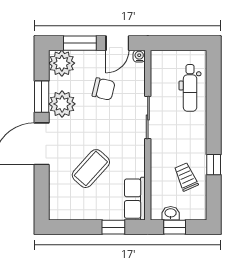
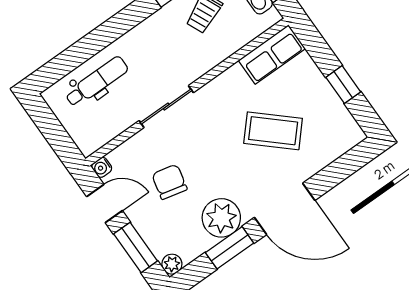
plant: (62, 63) -> (172, 264), width x0.53, depth x0.53
window: (113, 227) -> (343, 85), moved

